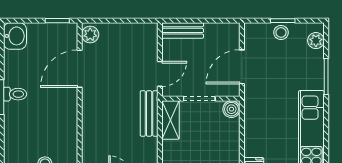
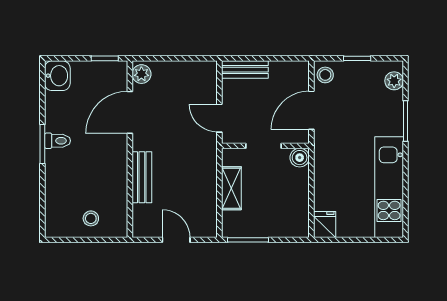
stool: (281, 32) -> (325, 75), moved
door: (160, 74) -> (219, 118), swing flipped
bench: (149, 113) -> (142, 177), moved
shelving: (171, 120) -> (231, 188), moved

